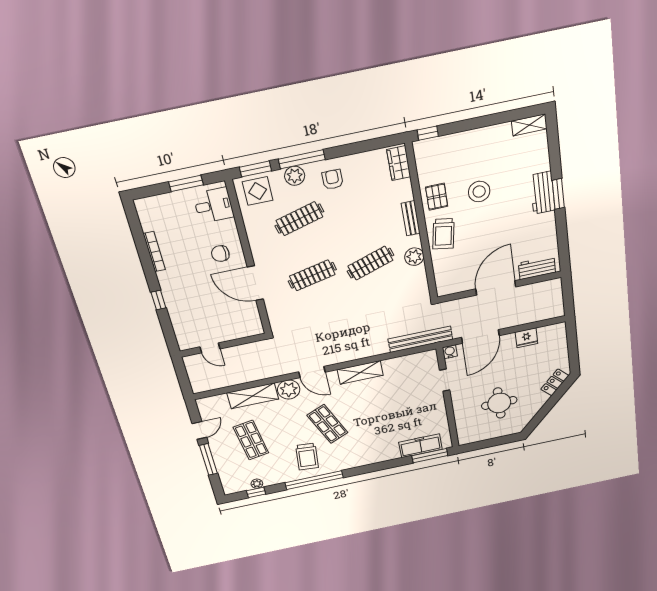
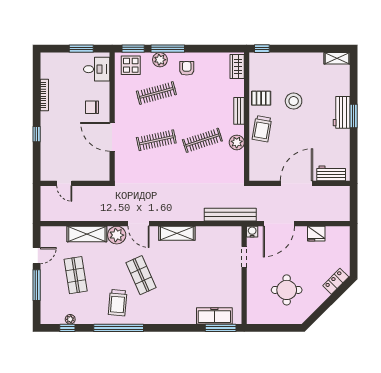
pallet: (437, 197) -> (261, 98), turned 90

